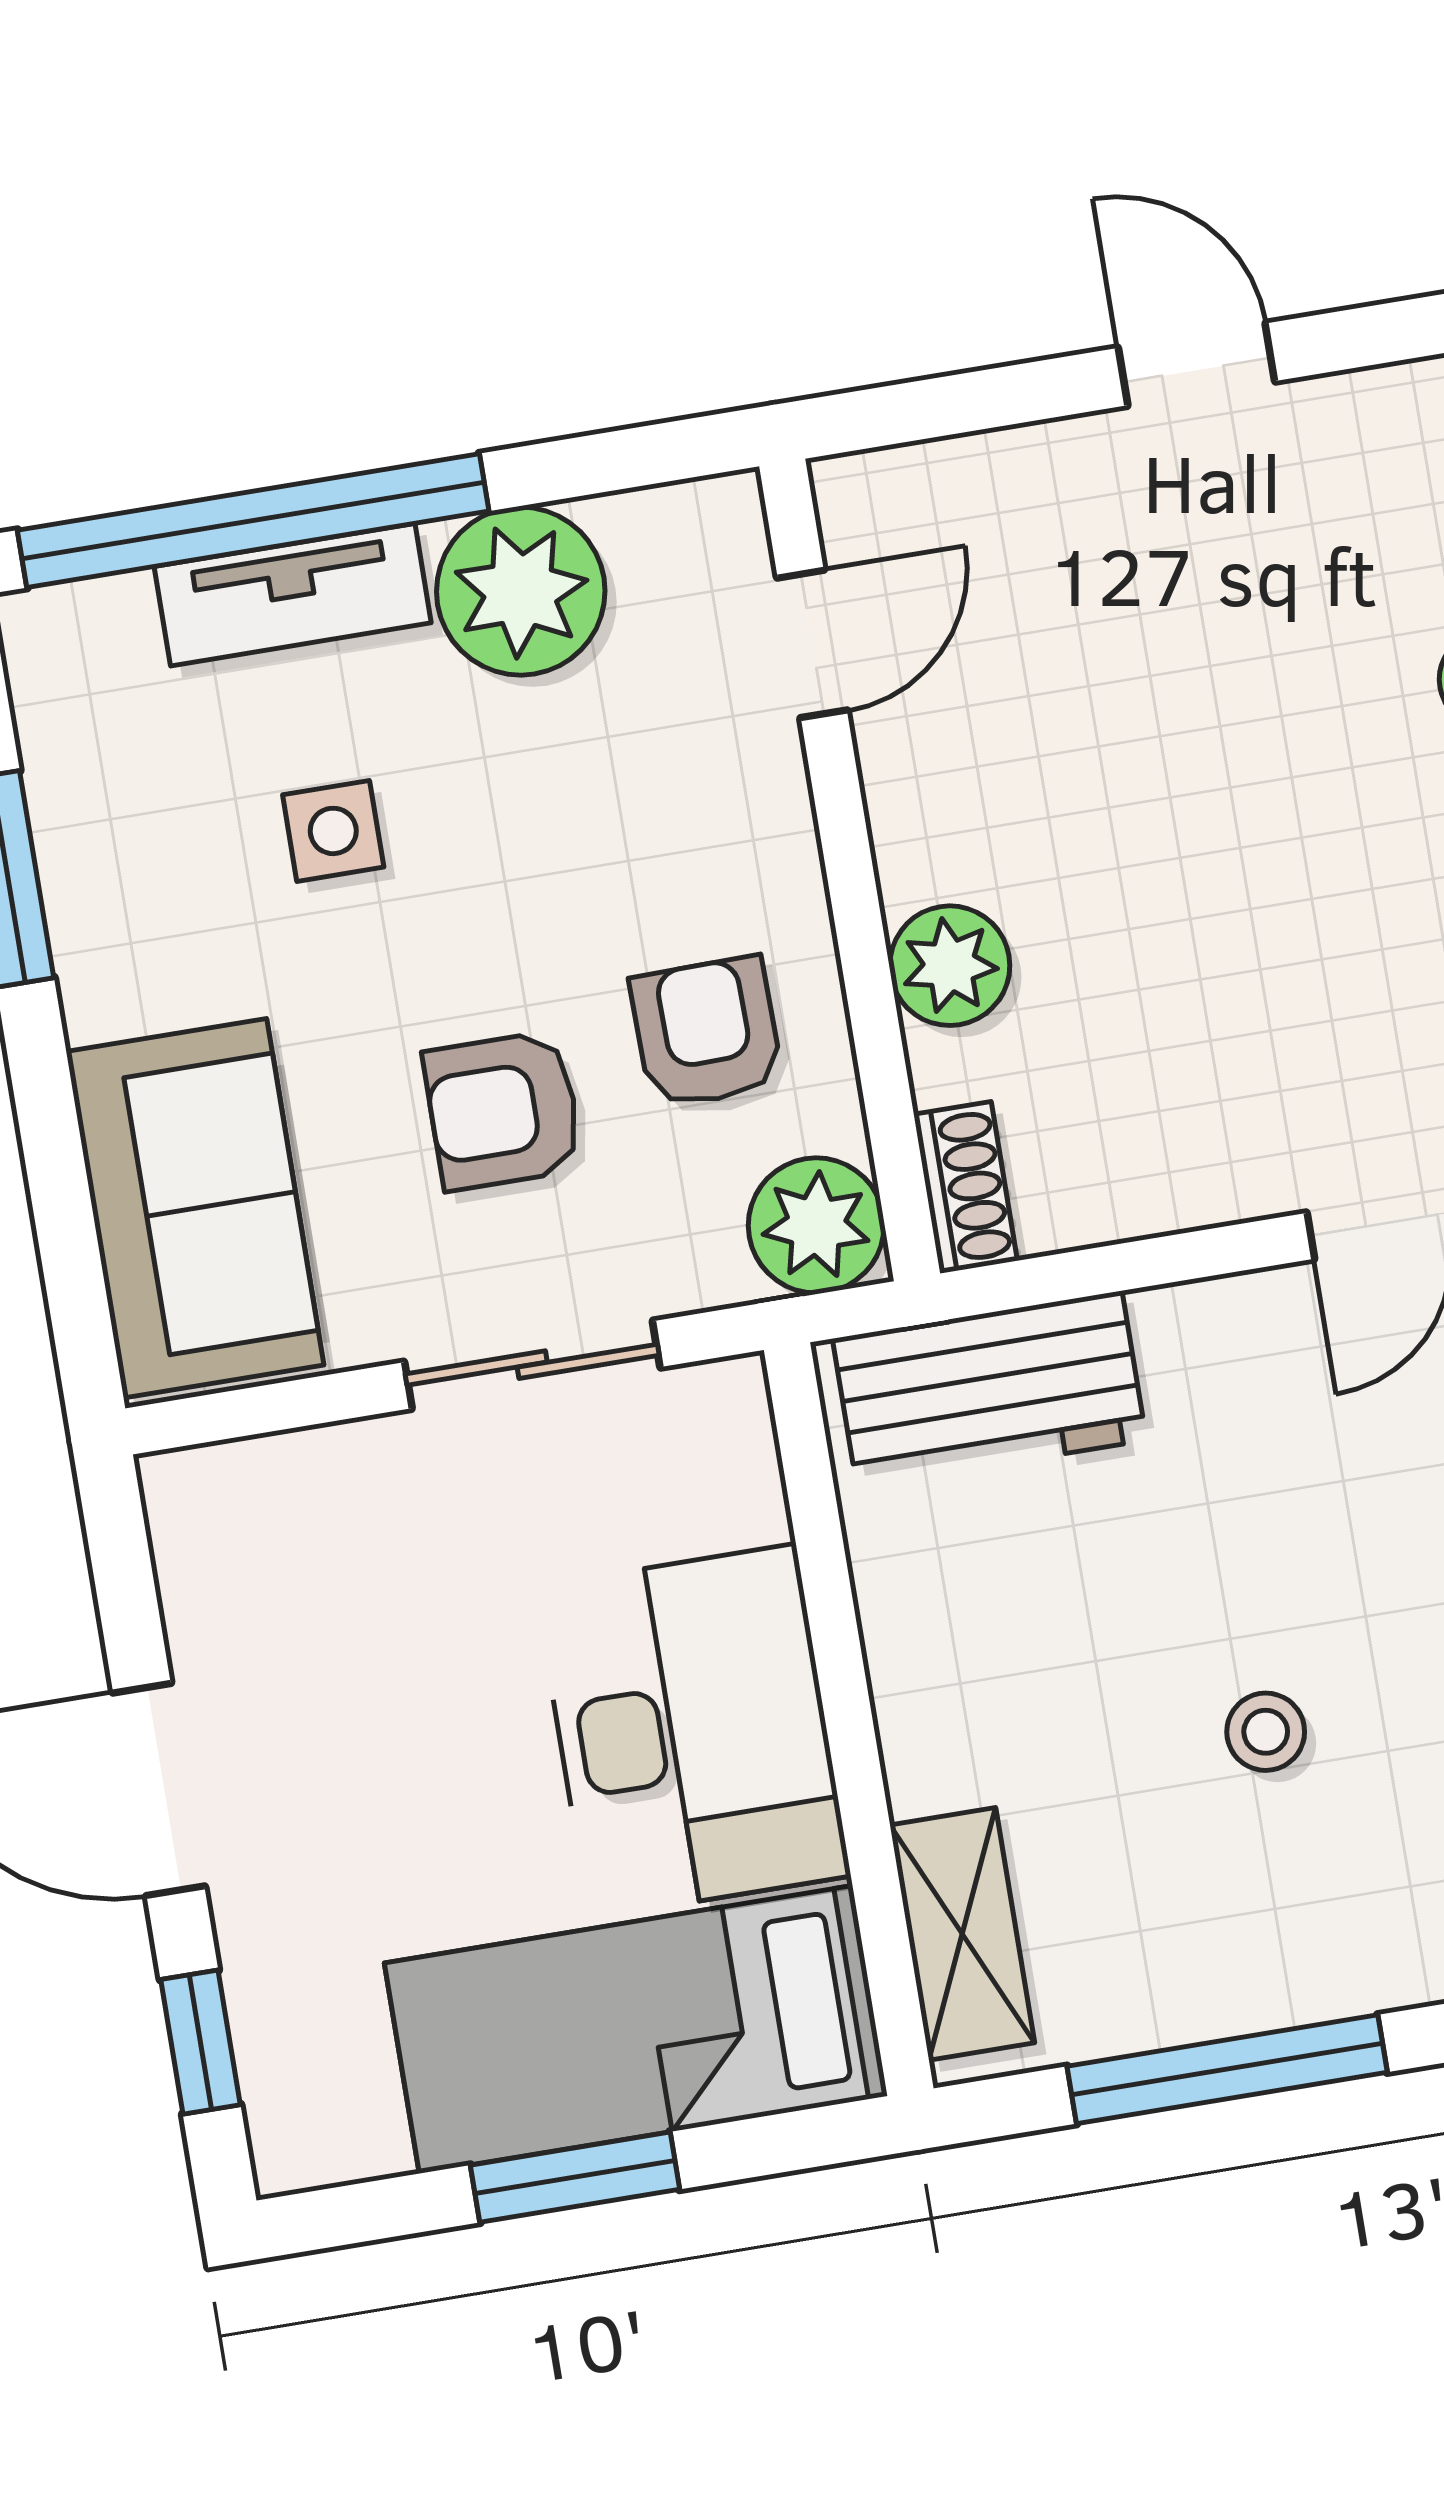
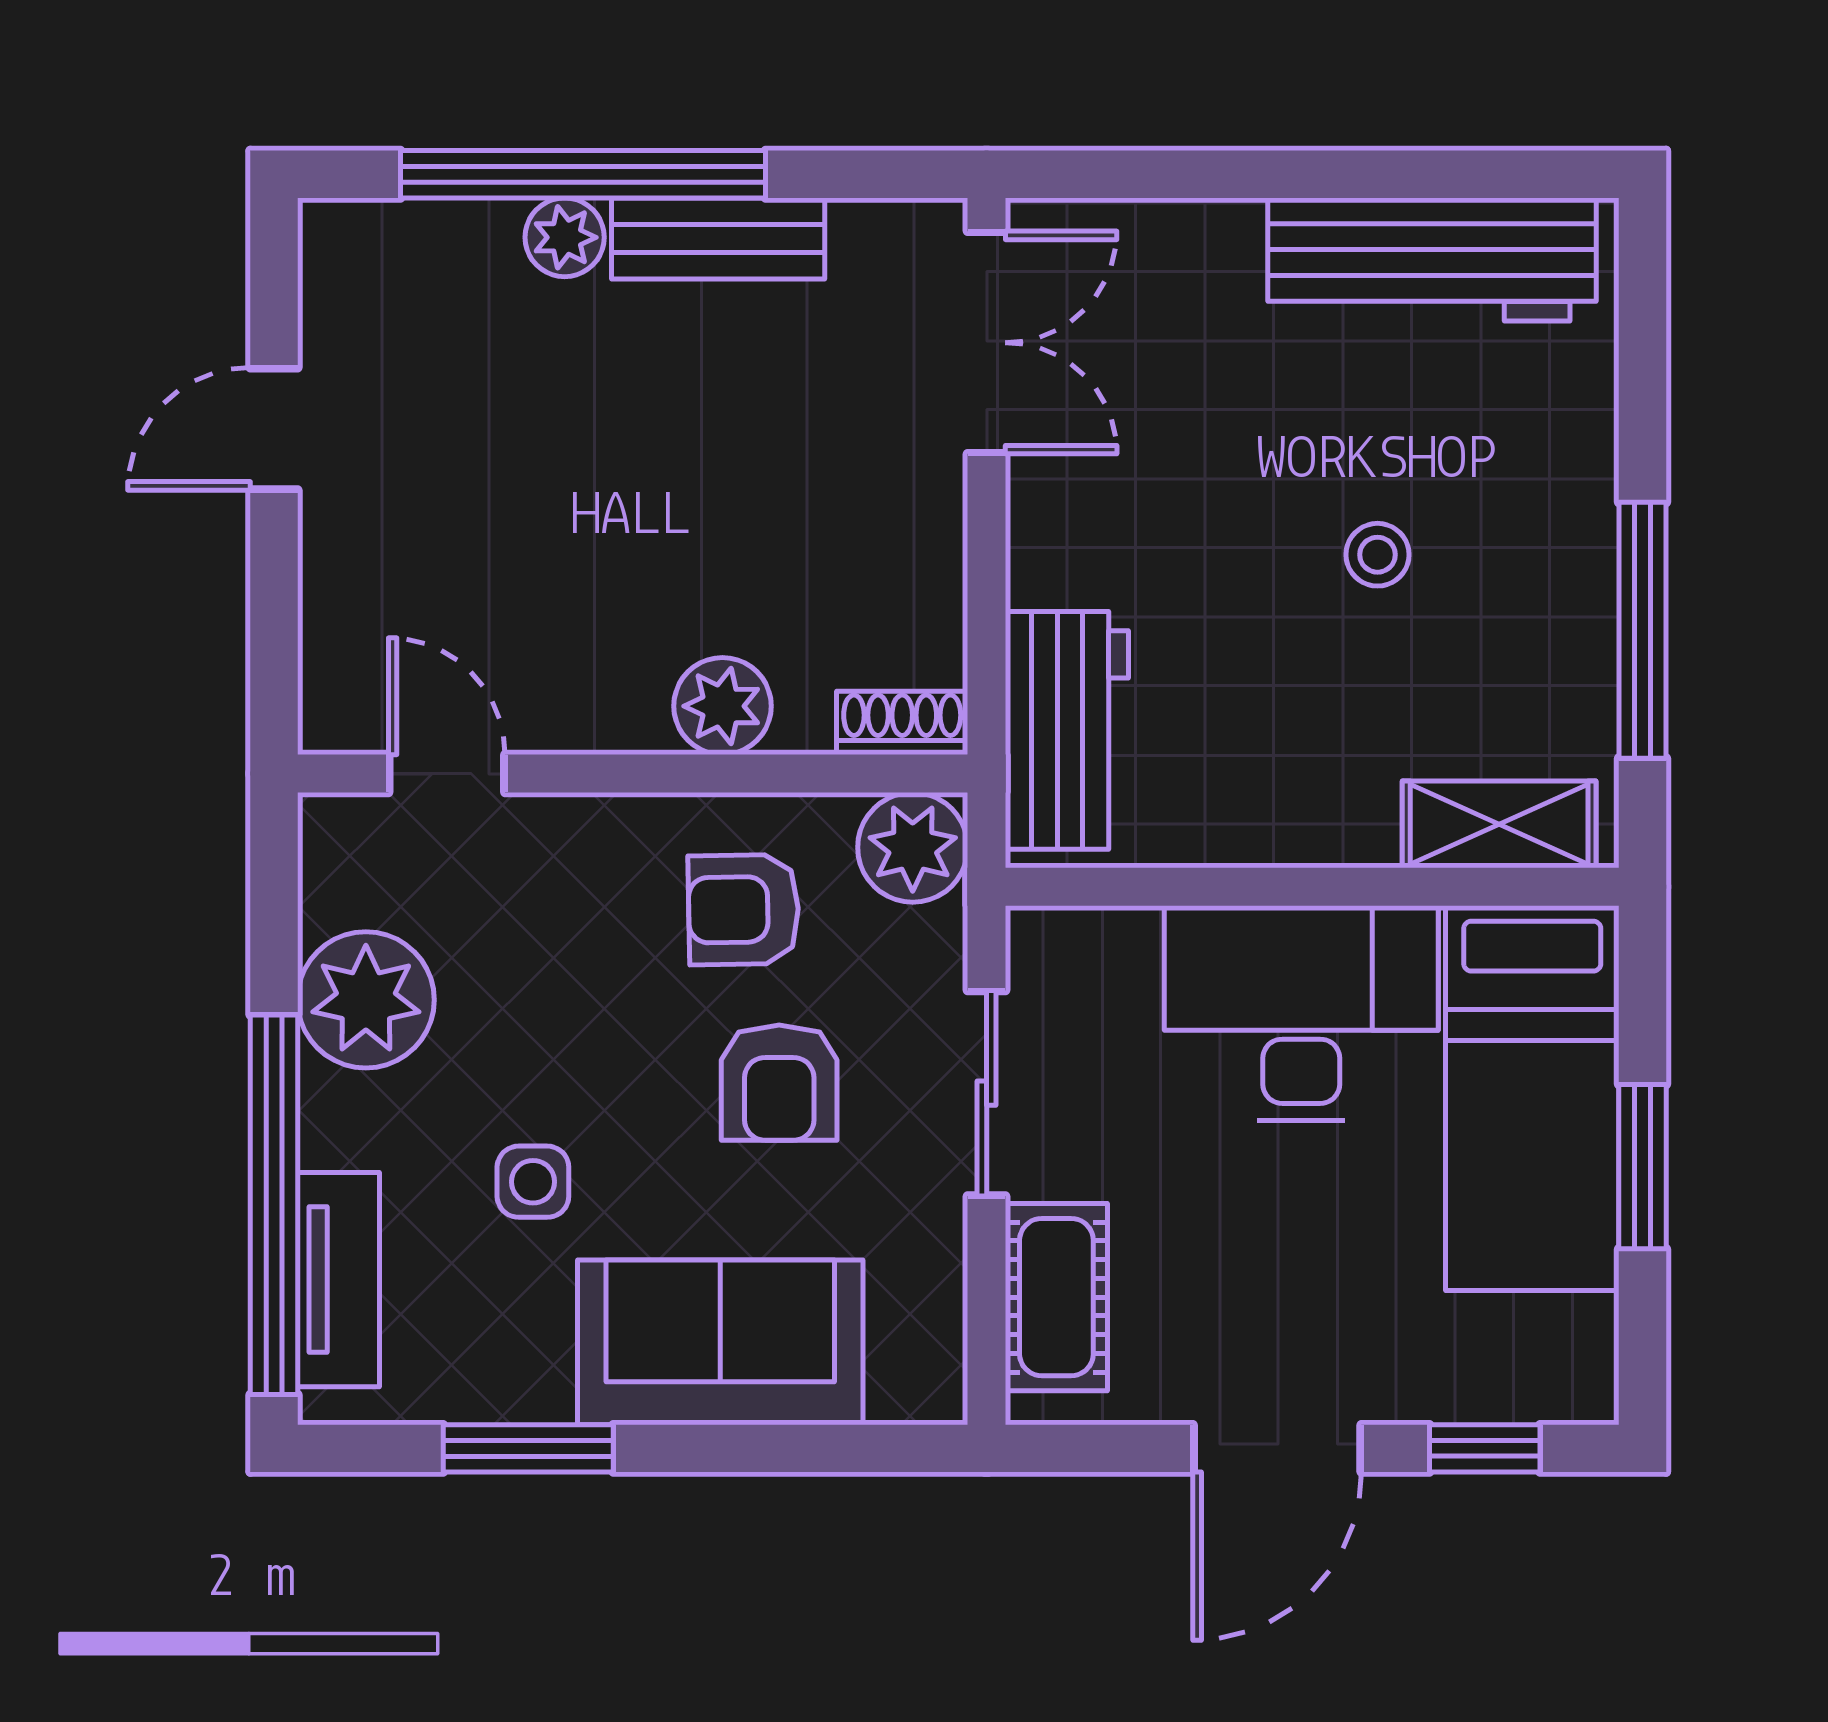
tv unit: (293, 595) -> (338, 1280), moved
sofa: (195, 1208) -> (720, 1342), moved
cot: (298, 1491) -> (1056, 1297), added

